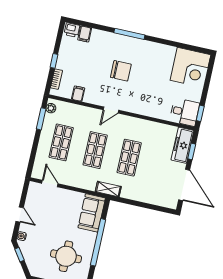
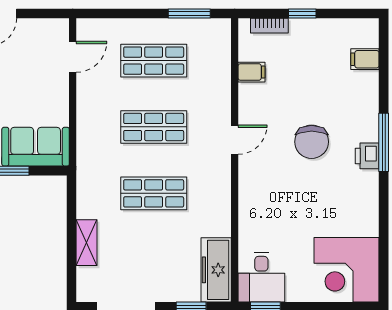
printer: (72, 30) -> (367, 156), moved
plant: (51, 108) -> (213, 27), removed
door: (111, 110) -> (235, 140), swing flipped
freezer: (182, 145) -> (216, 270), moved, turned -90
shelving: (108, 189) -> (87, 243), moved

